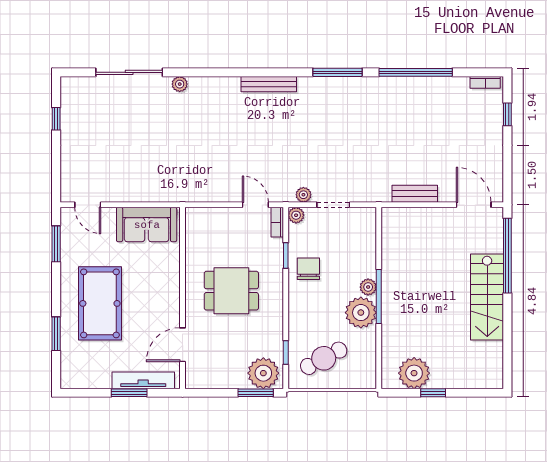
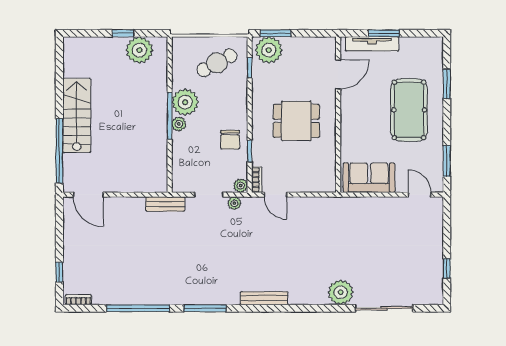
plant: (180, 84) -> (341, 292), width x1.87, depth x1.87
bench: (415, 194) -> (165, 204), moved

